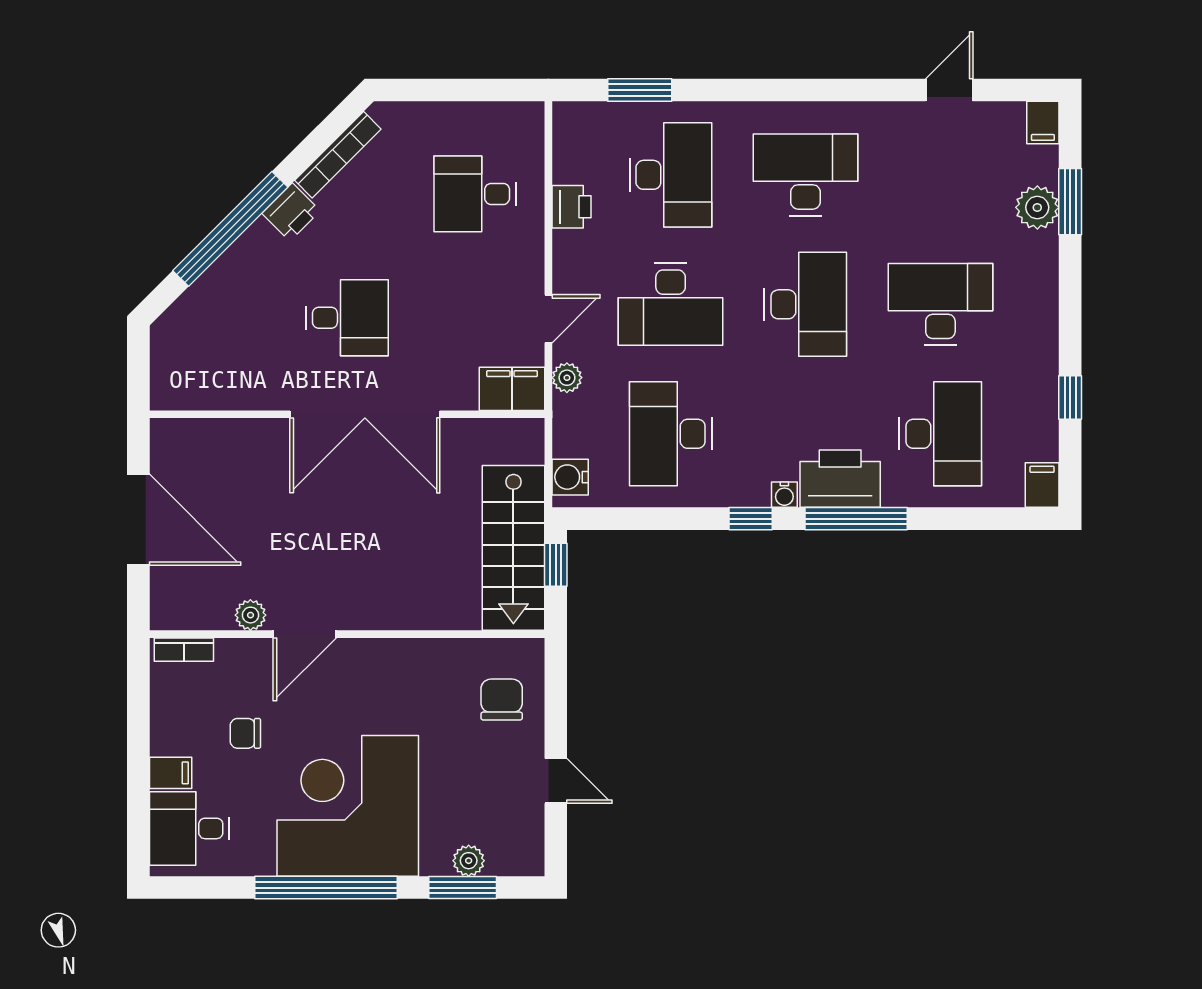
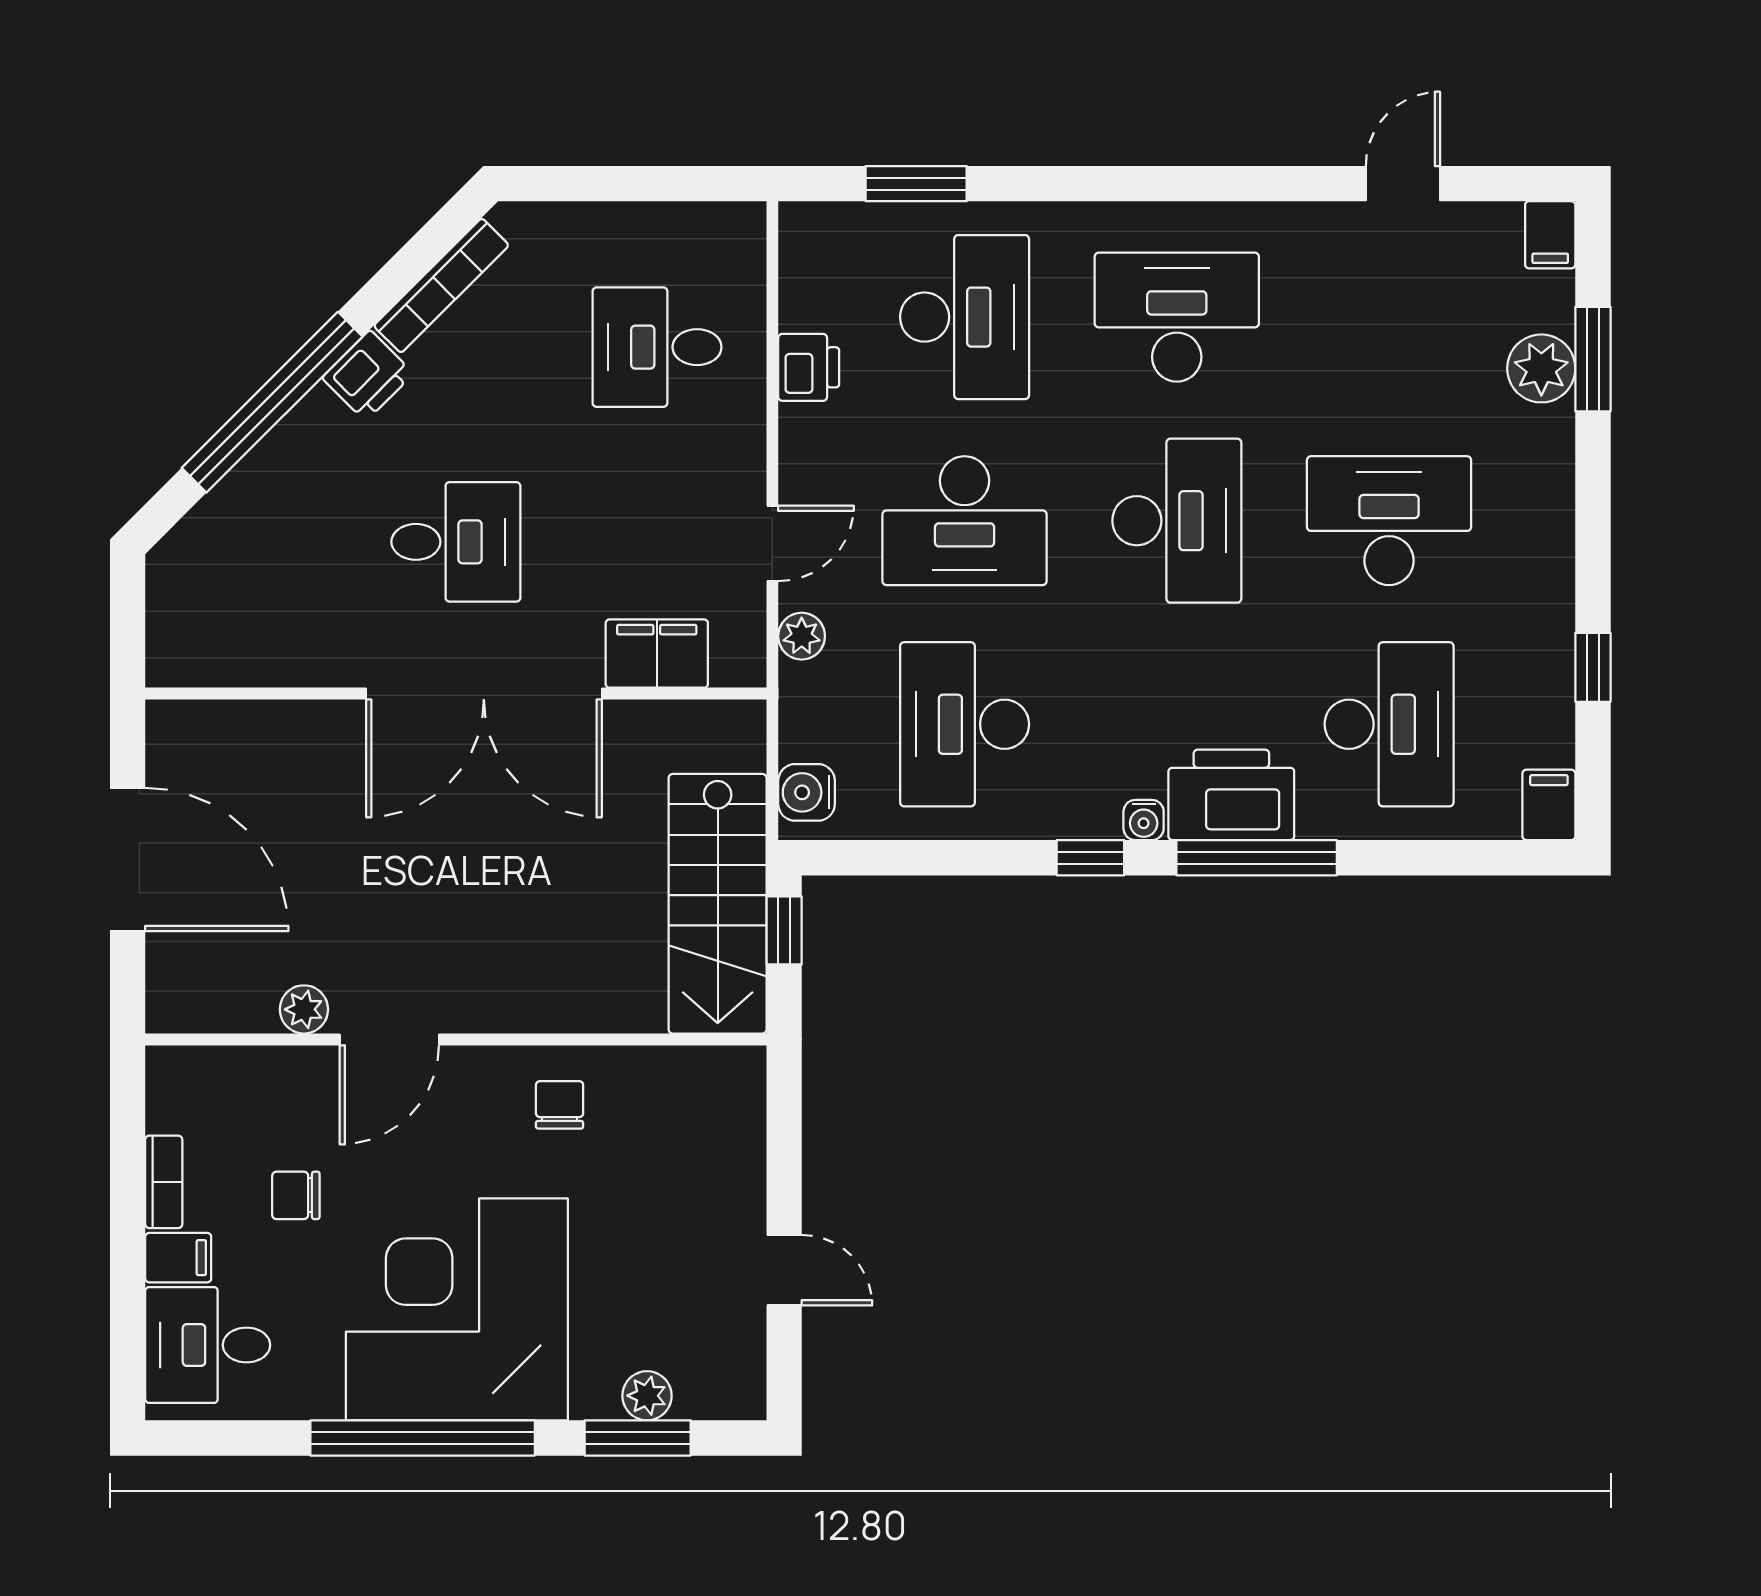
filing cabinet: (512, 389) -> (657, 654), moved
bookcase: (184, 650) -> (164, 1182), moved, turned -90
chair: (502, 700) -> (560, 1105), moved, width x0.73, depth x0.73

